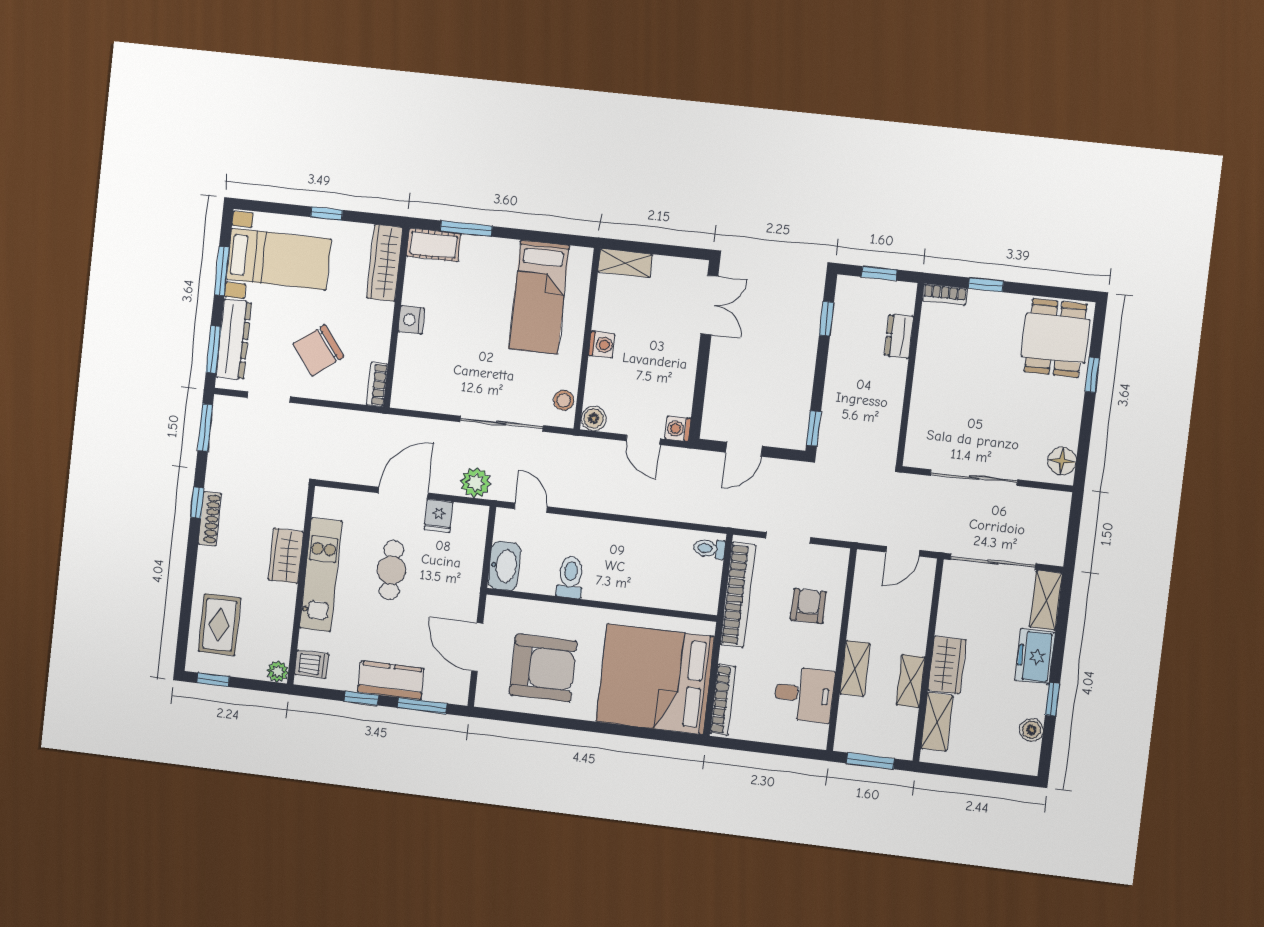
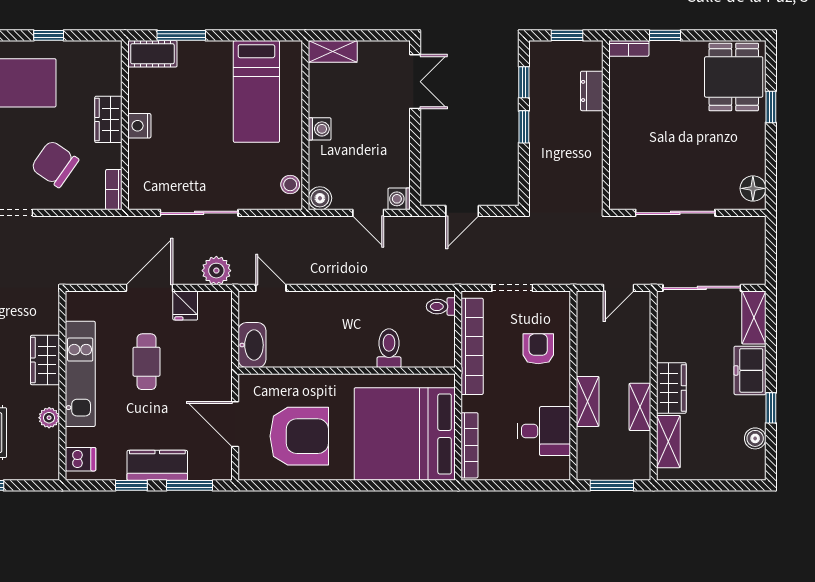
wardrobe: (385, 263) -> (108, 119), moved, width x0.67
chair: (318, 350) -> (55, 164), turned 72
sliding door: (502, 424) -> (199, 213), moved
window: (814, 428) -> (524, 127), moved
toilet: (570, 577) -> (389, 348), moved
plant: (278, 672) -> (49, 418), moved

